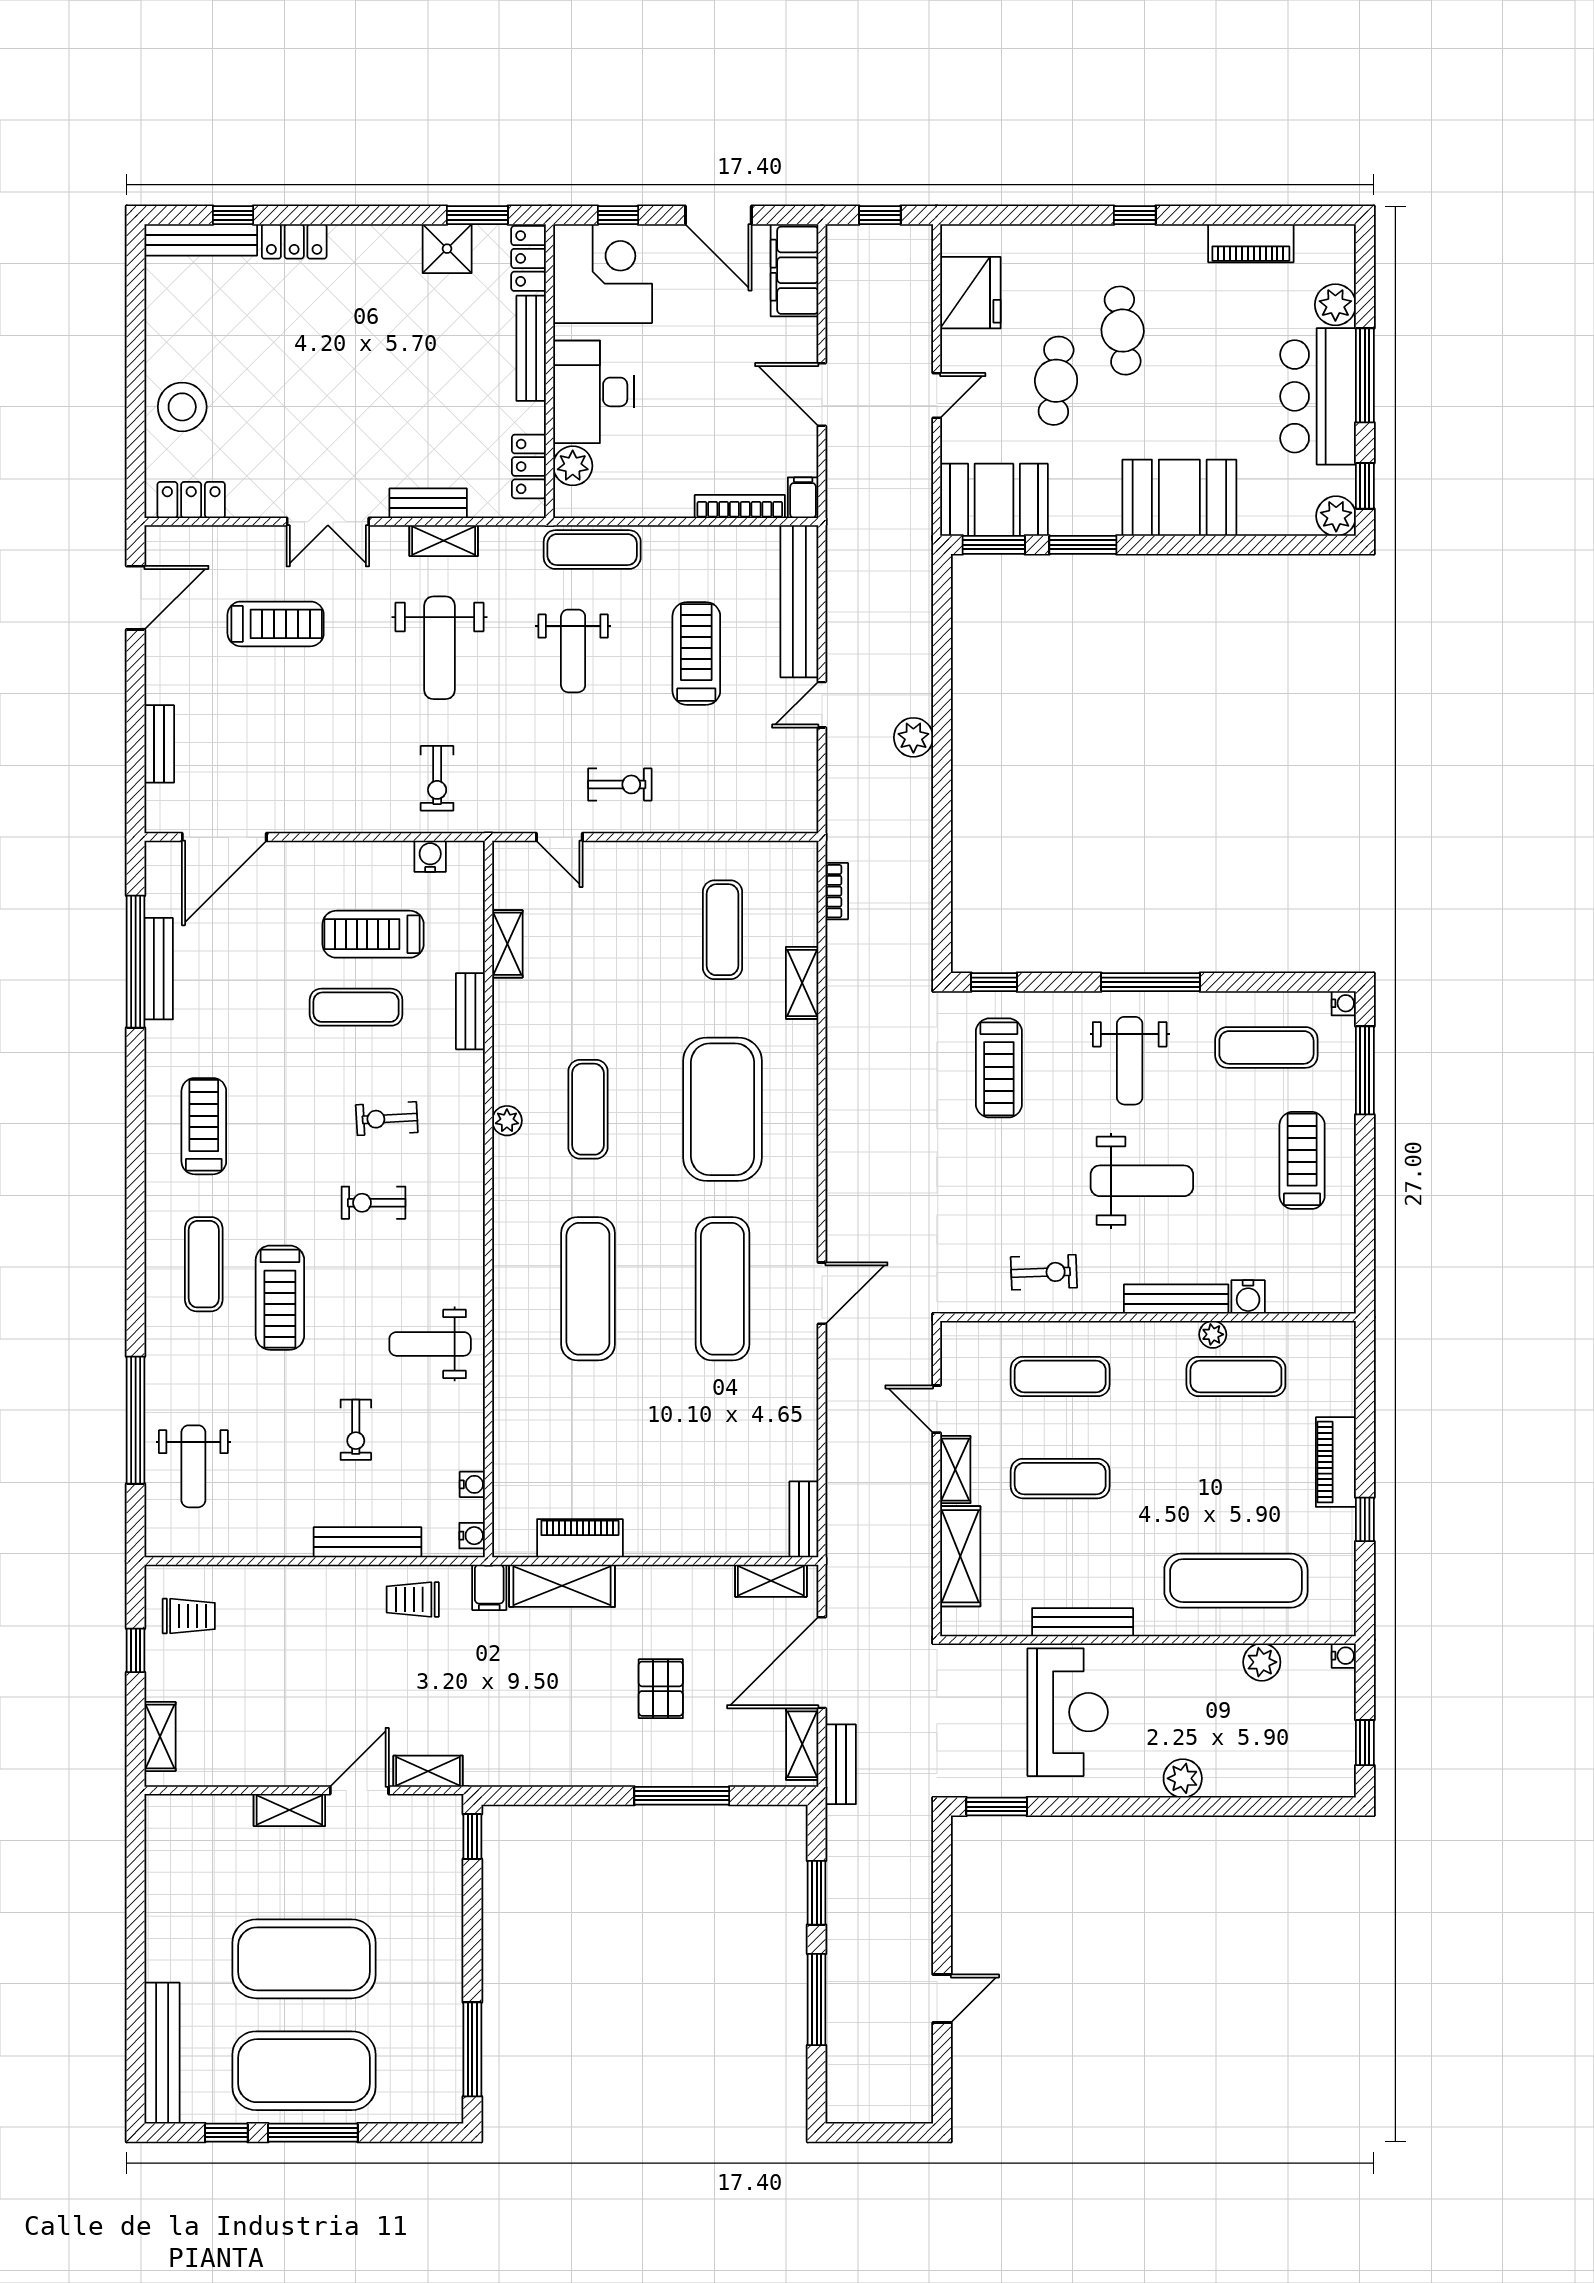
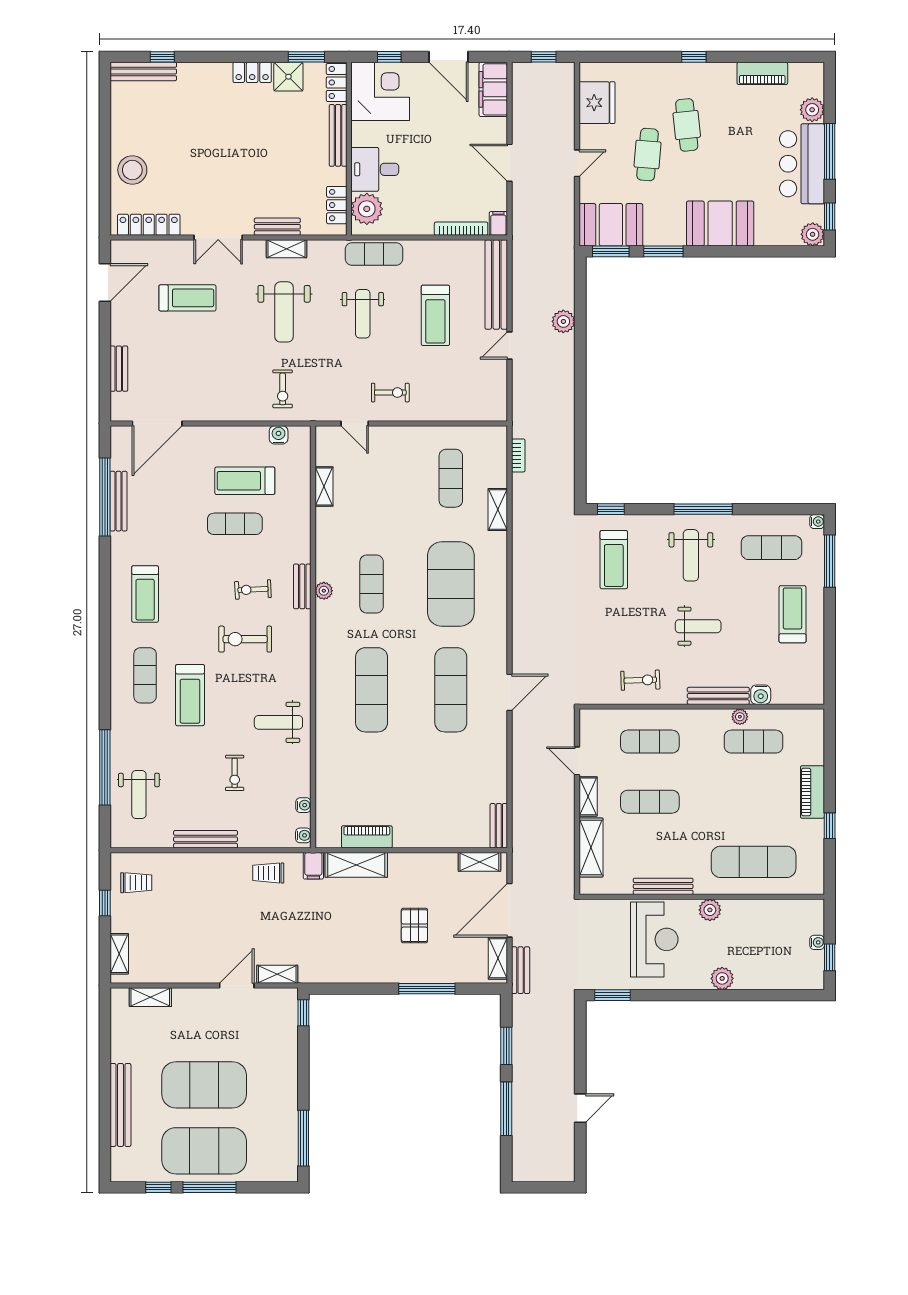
locker: (294, 241) -> (252, 72), moved
desk: (593, 392) -> (375, 169), width x0.73
plant: (573, 466) -> (367, 209), width x1.36, depth x1.36
locker: (191, 500) -> (149, 225), width x1.53
treadmill: (696, 654) -> (435, 315), turned 180
plant: (913, 737) -> (563, 321), moved
bench: (470, 1011) -> (302, 586), moved
treadmill: (204, 1126) -> (145, 594), turned 180
weight bench: (1142, 1181) -> (698, 626), width x0.73, depth x0.75
exercise bike: (374, 1203) -> (245, 639), width x1.38, depth x1.39
bench: (367, 1542) -> (206, 839), moved
water cooler: (1344, 1656) -> (817, 942), moved
plant: (1262, 1662) -> (710, 910), moved
shelving: (289, 1810) -> (150, 997), moved
bench: (162, 2053) -> (120, 1105), moved

